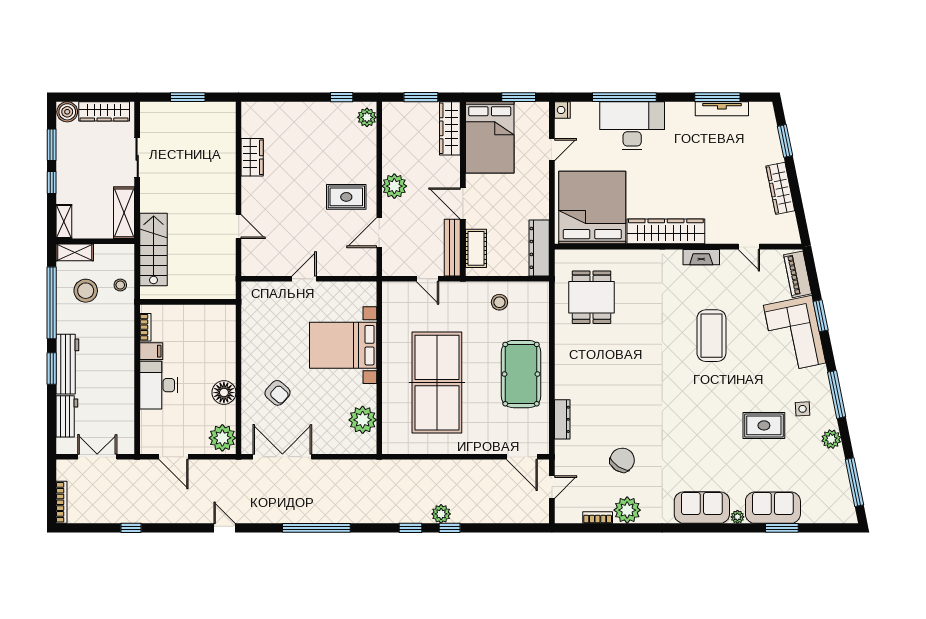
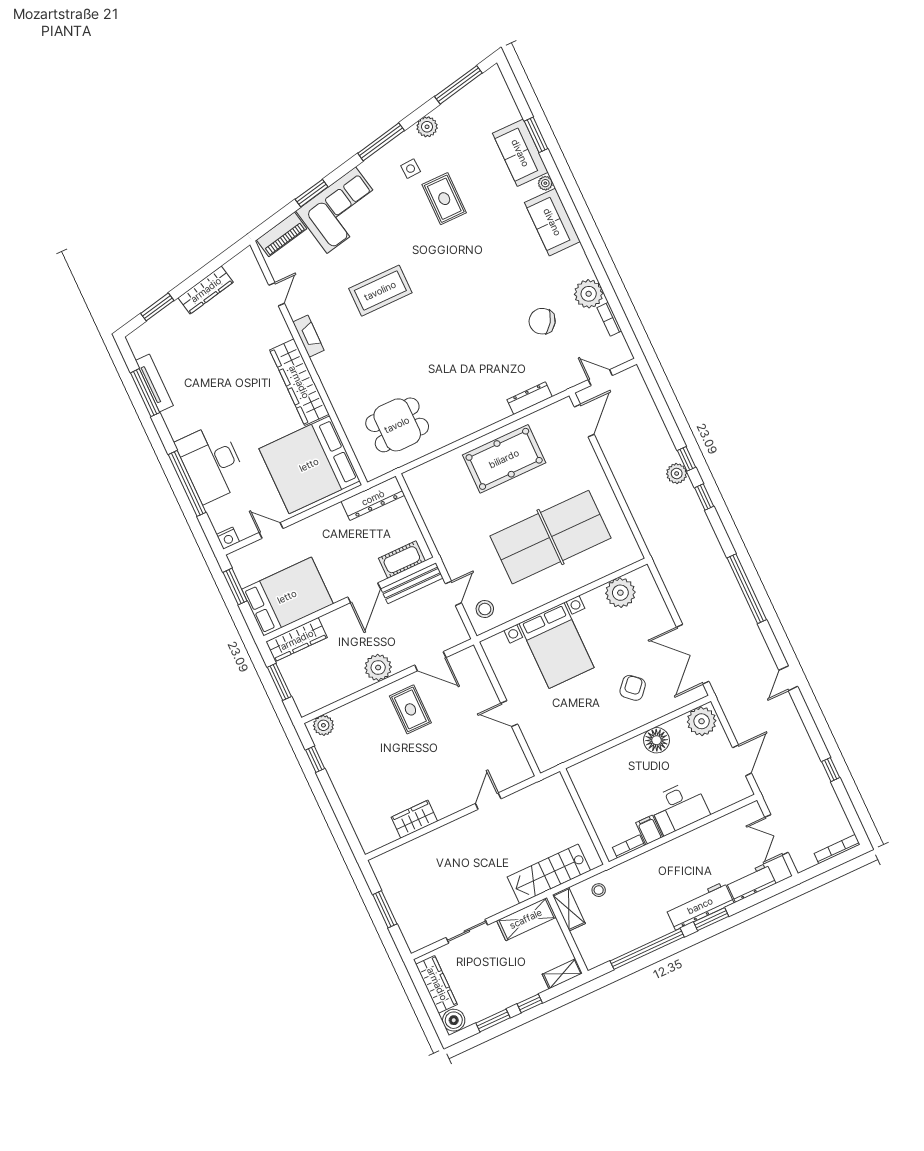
shelving: (75, 252) -> (569, 909), moved
stool: (86, 291) -> (620, 921), removed
stool: (499, 302) -> (485, 609), moved

